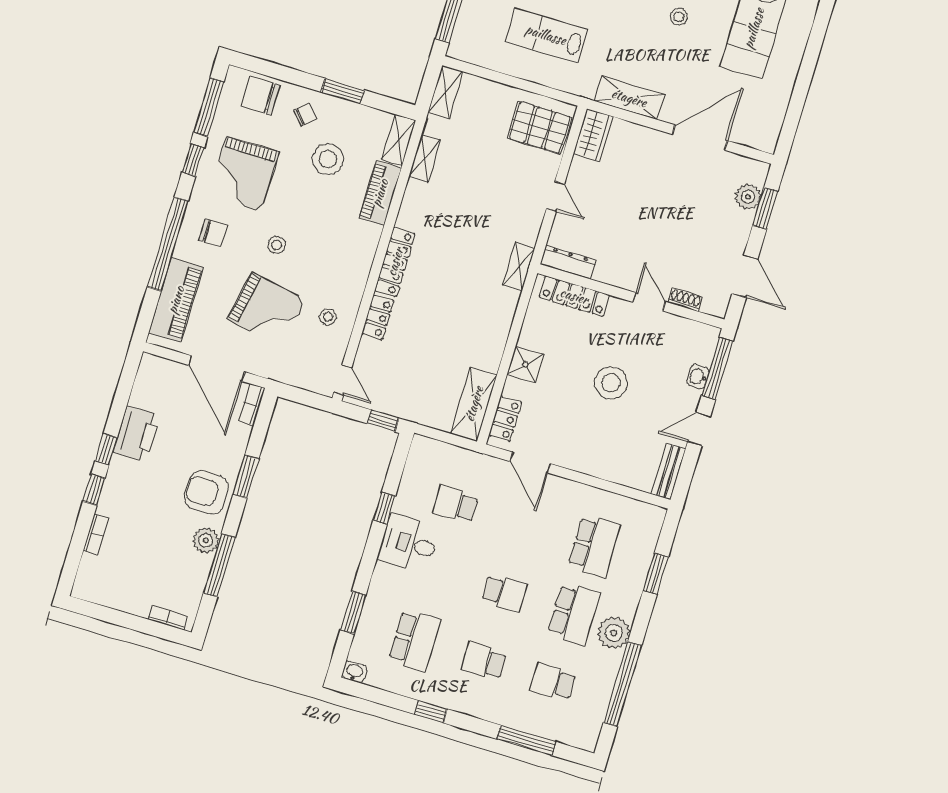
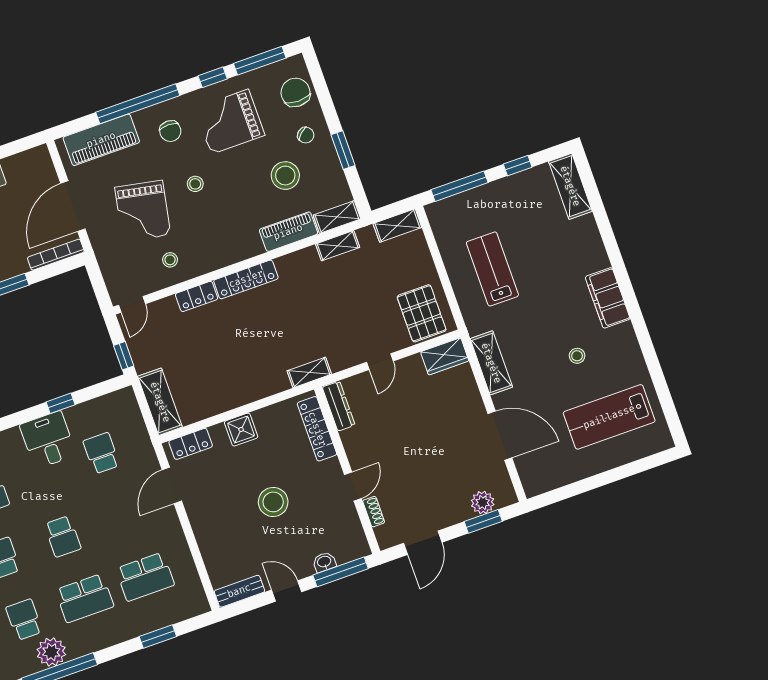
shelving: (474, 404) -> (160, 402), moved, turned 90
bookcase: (252, 405) -> (56, 255), width x1.56
plant: (614, 633) -> (51, 652), moved

